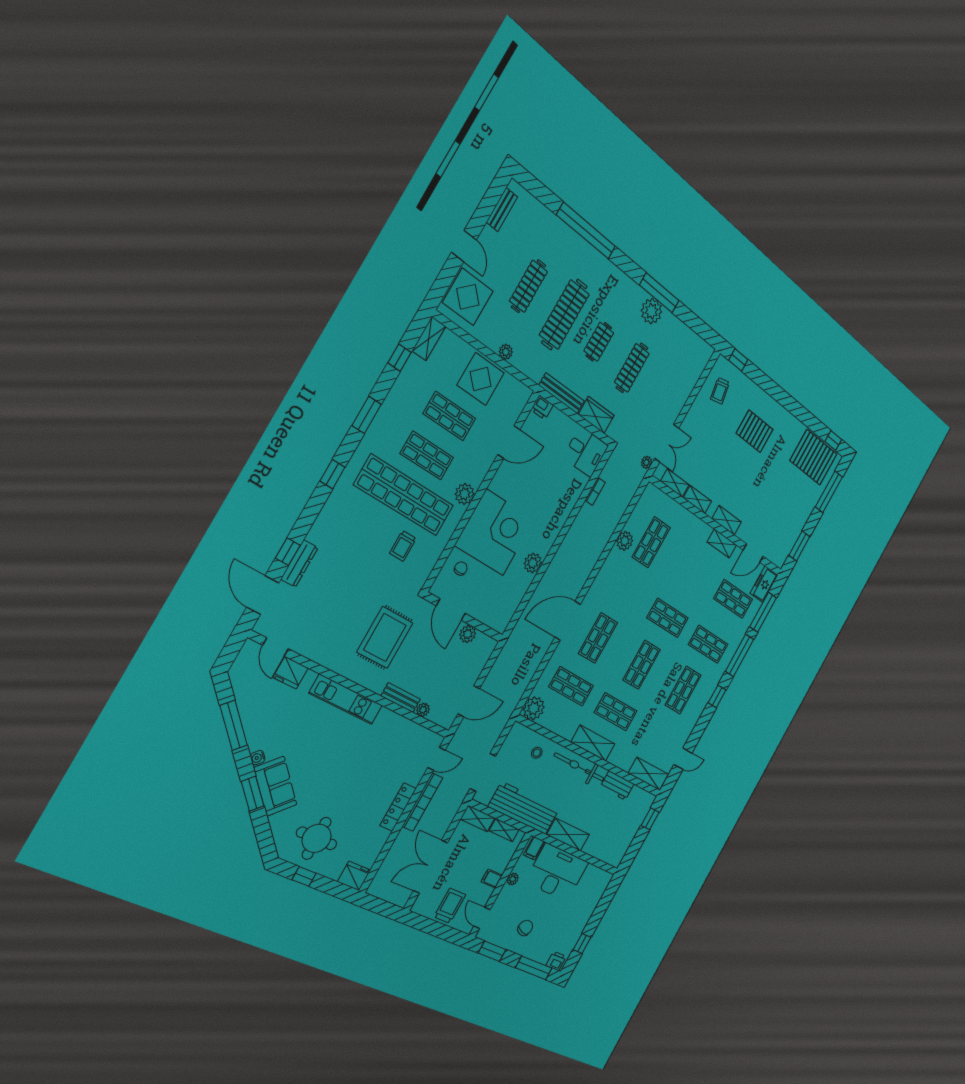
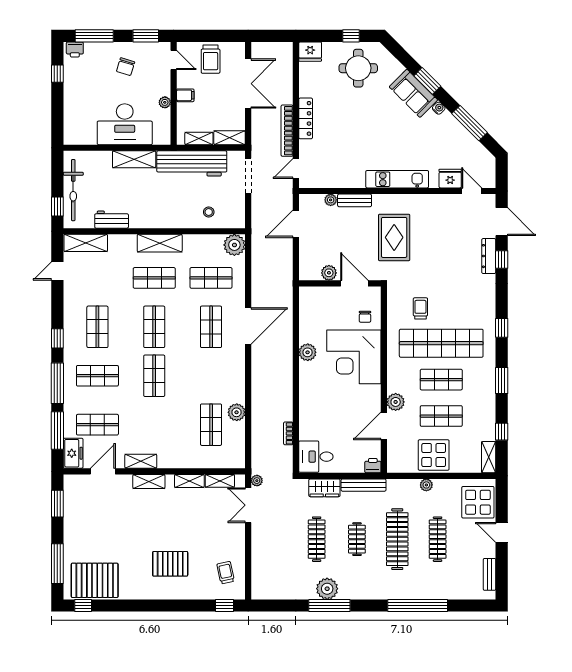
plant: (465, 494) -> (396, 402), moved
shop shelf: (668, 618) -> (154, 376), turned 90
bicycle: (579, 767) -> (73, 190), moved, turned 90
filing cabinet: (534, 848) -> (160, 135), removed

